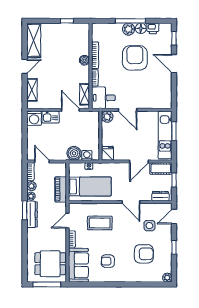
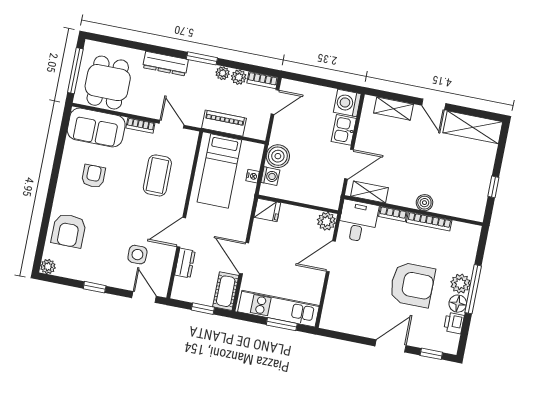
dresser: (160, 196) -> (185, 263), moved
dresser: (32, 214) -> (166, 64), moved
armchair: (144, 254) -> (69, 231), moved

